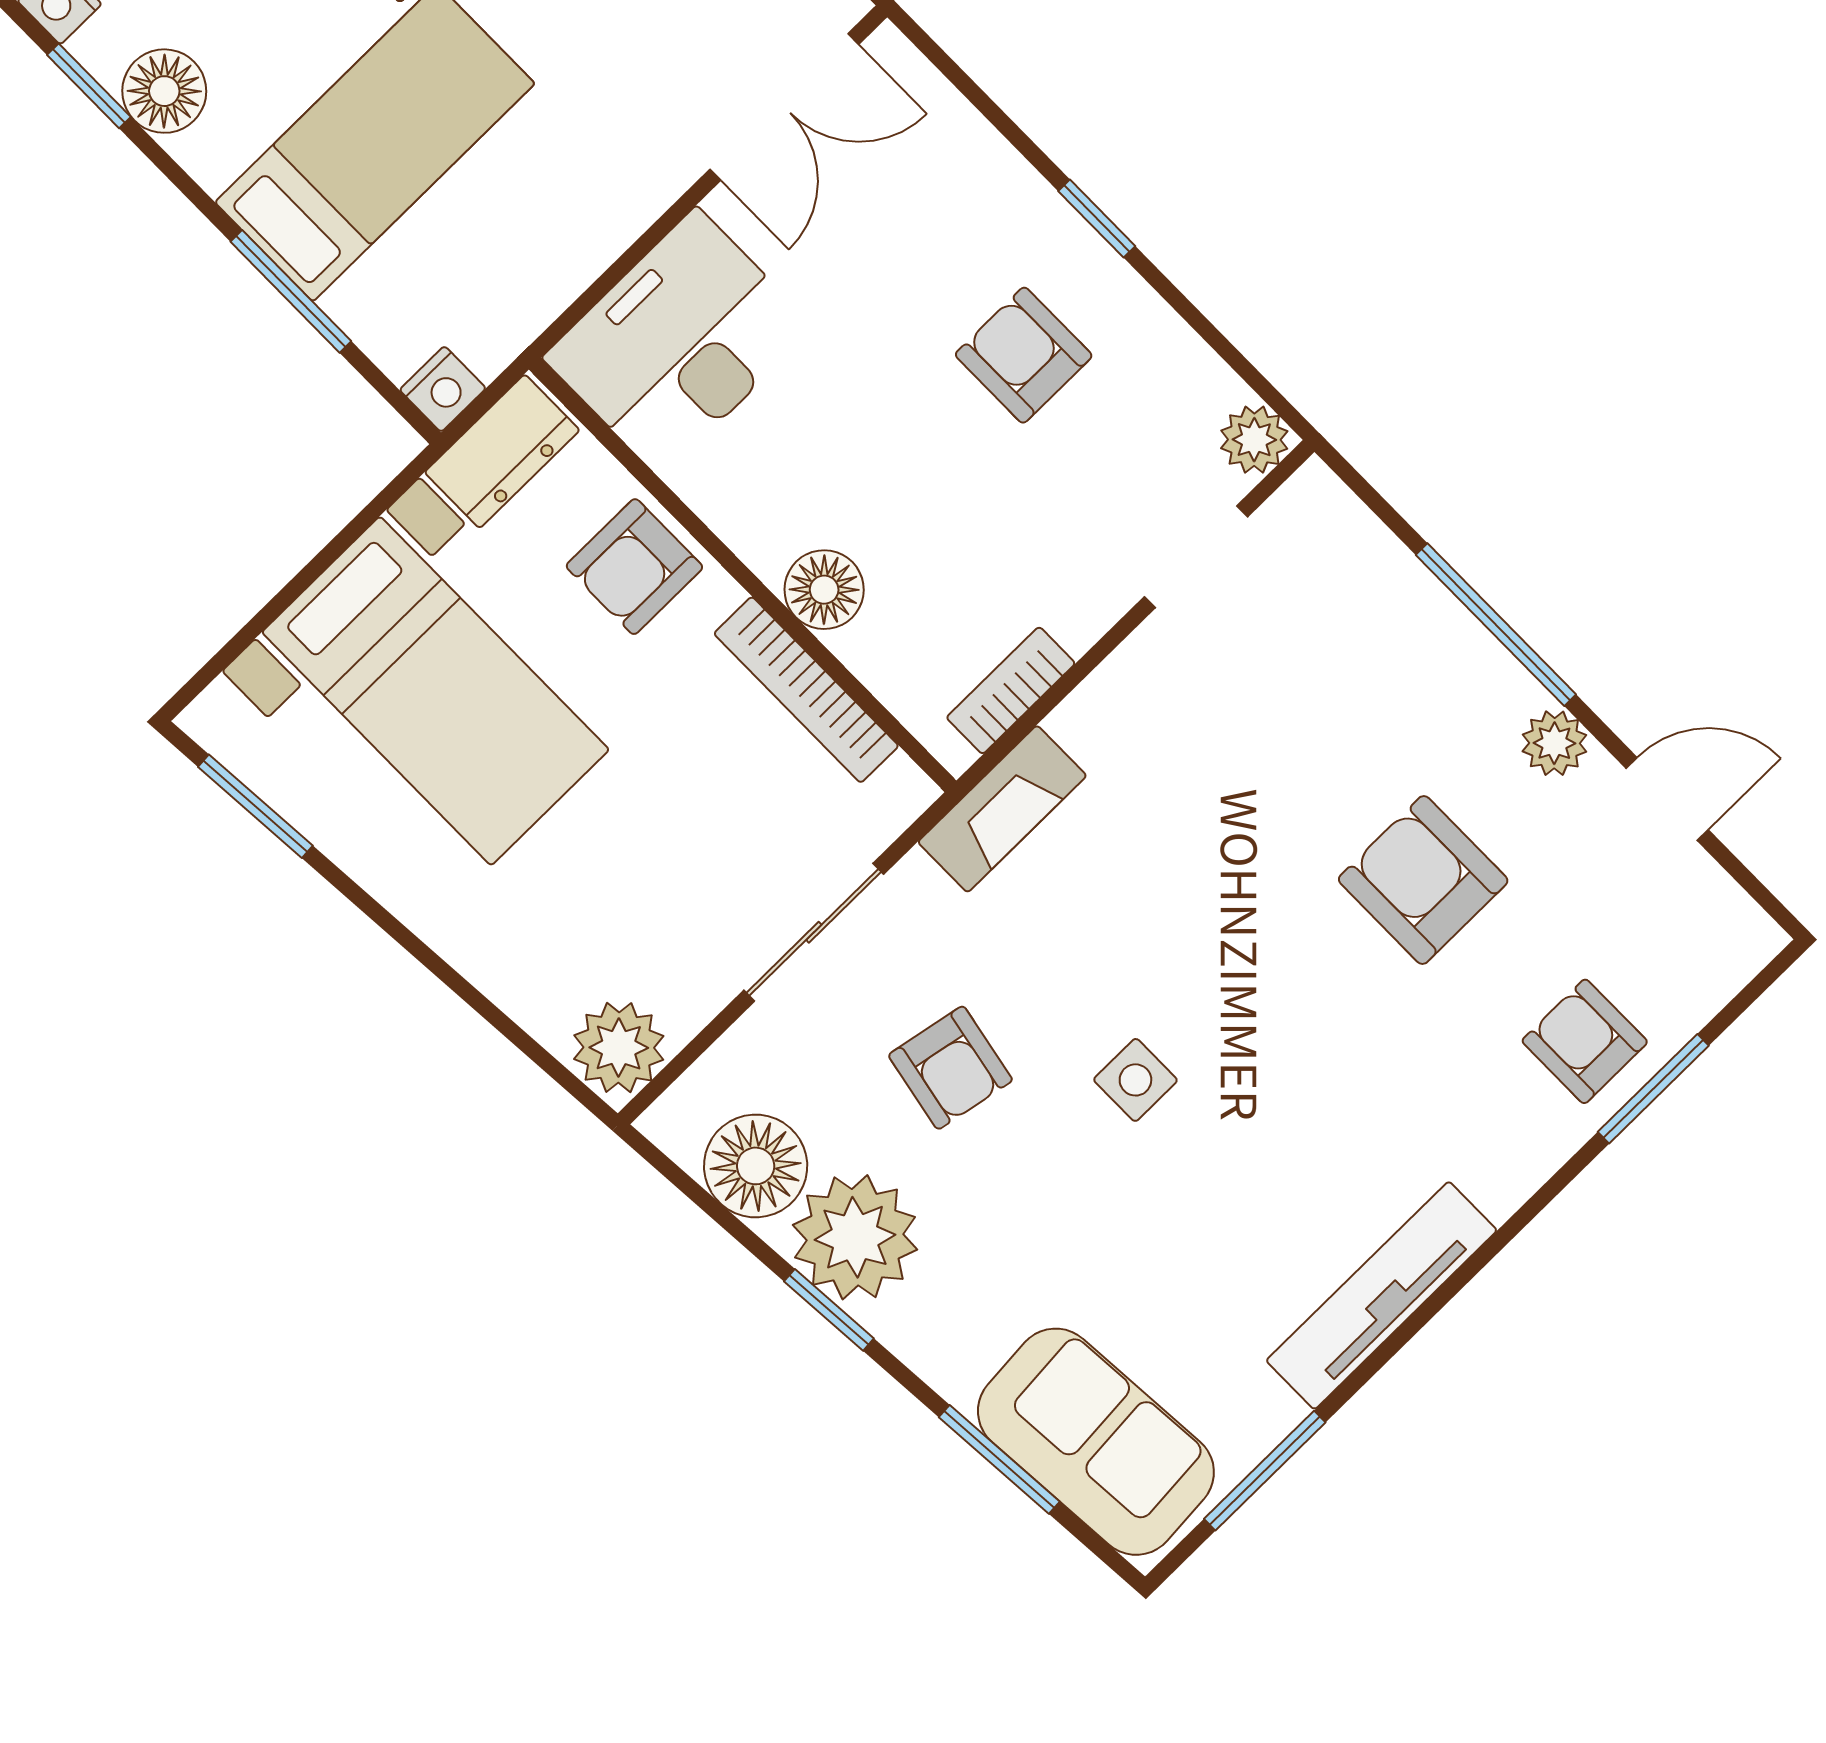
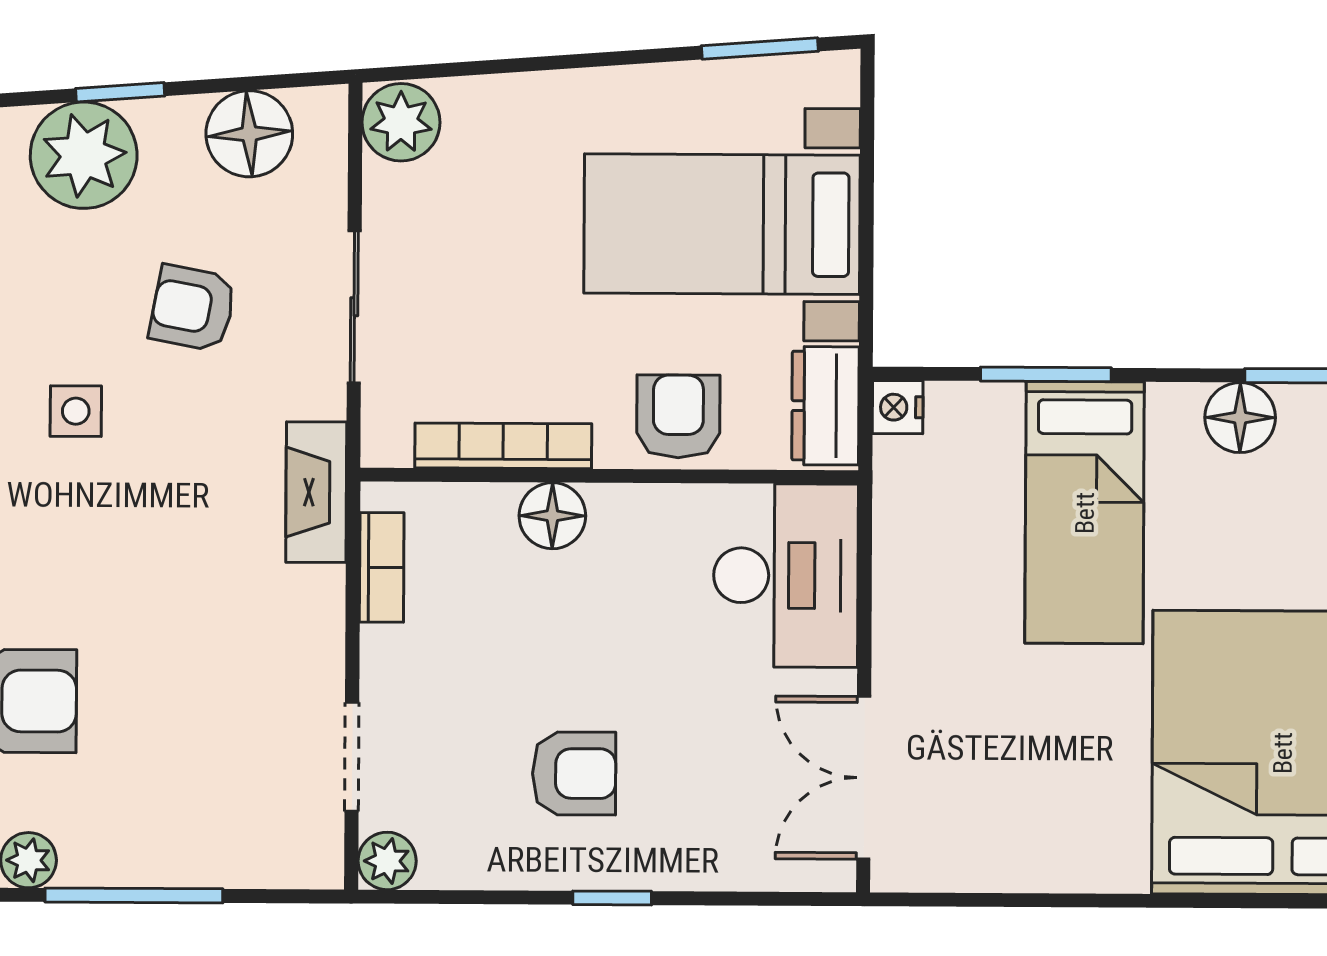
plant: (855, 1237) -> (84, 155), moved

